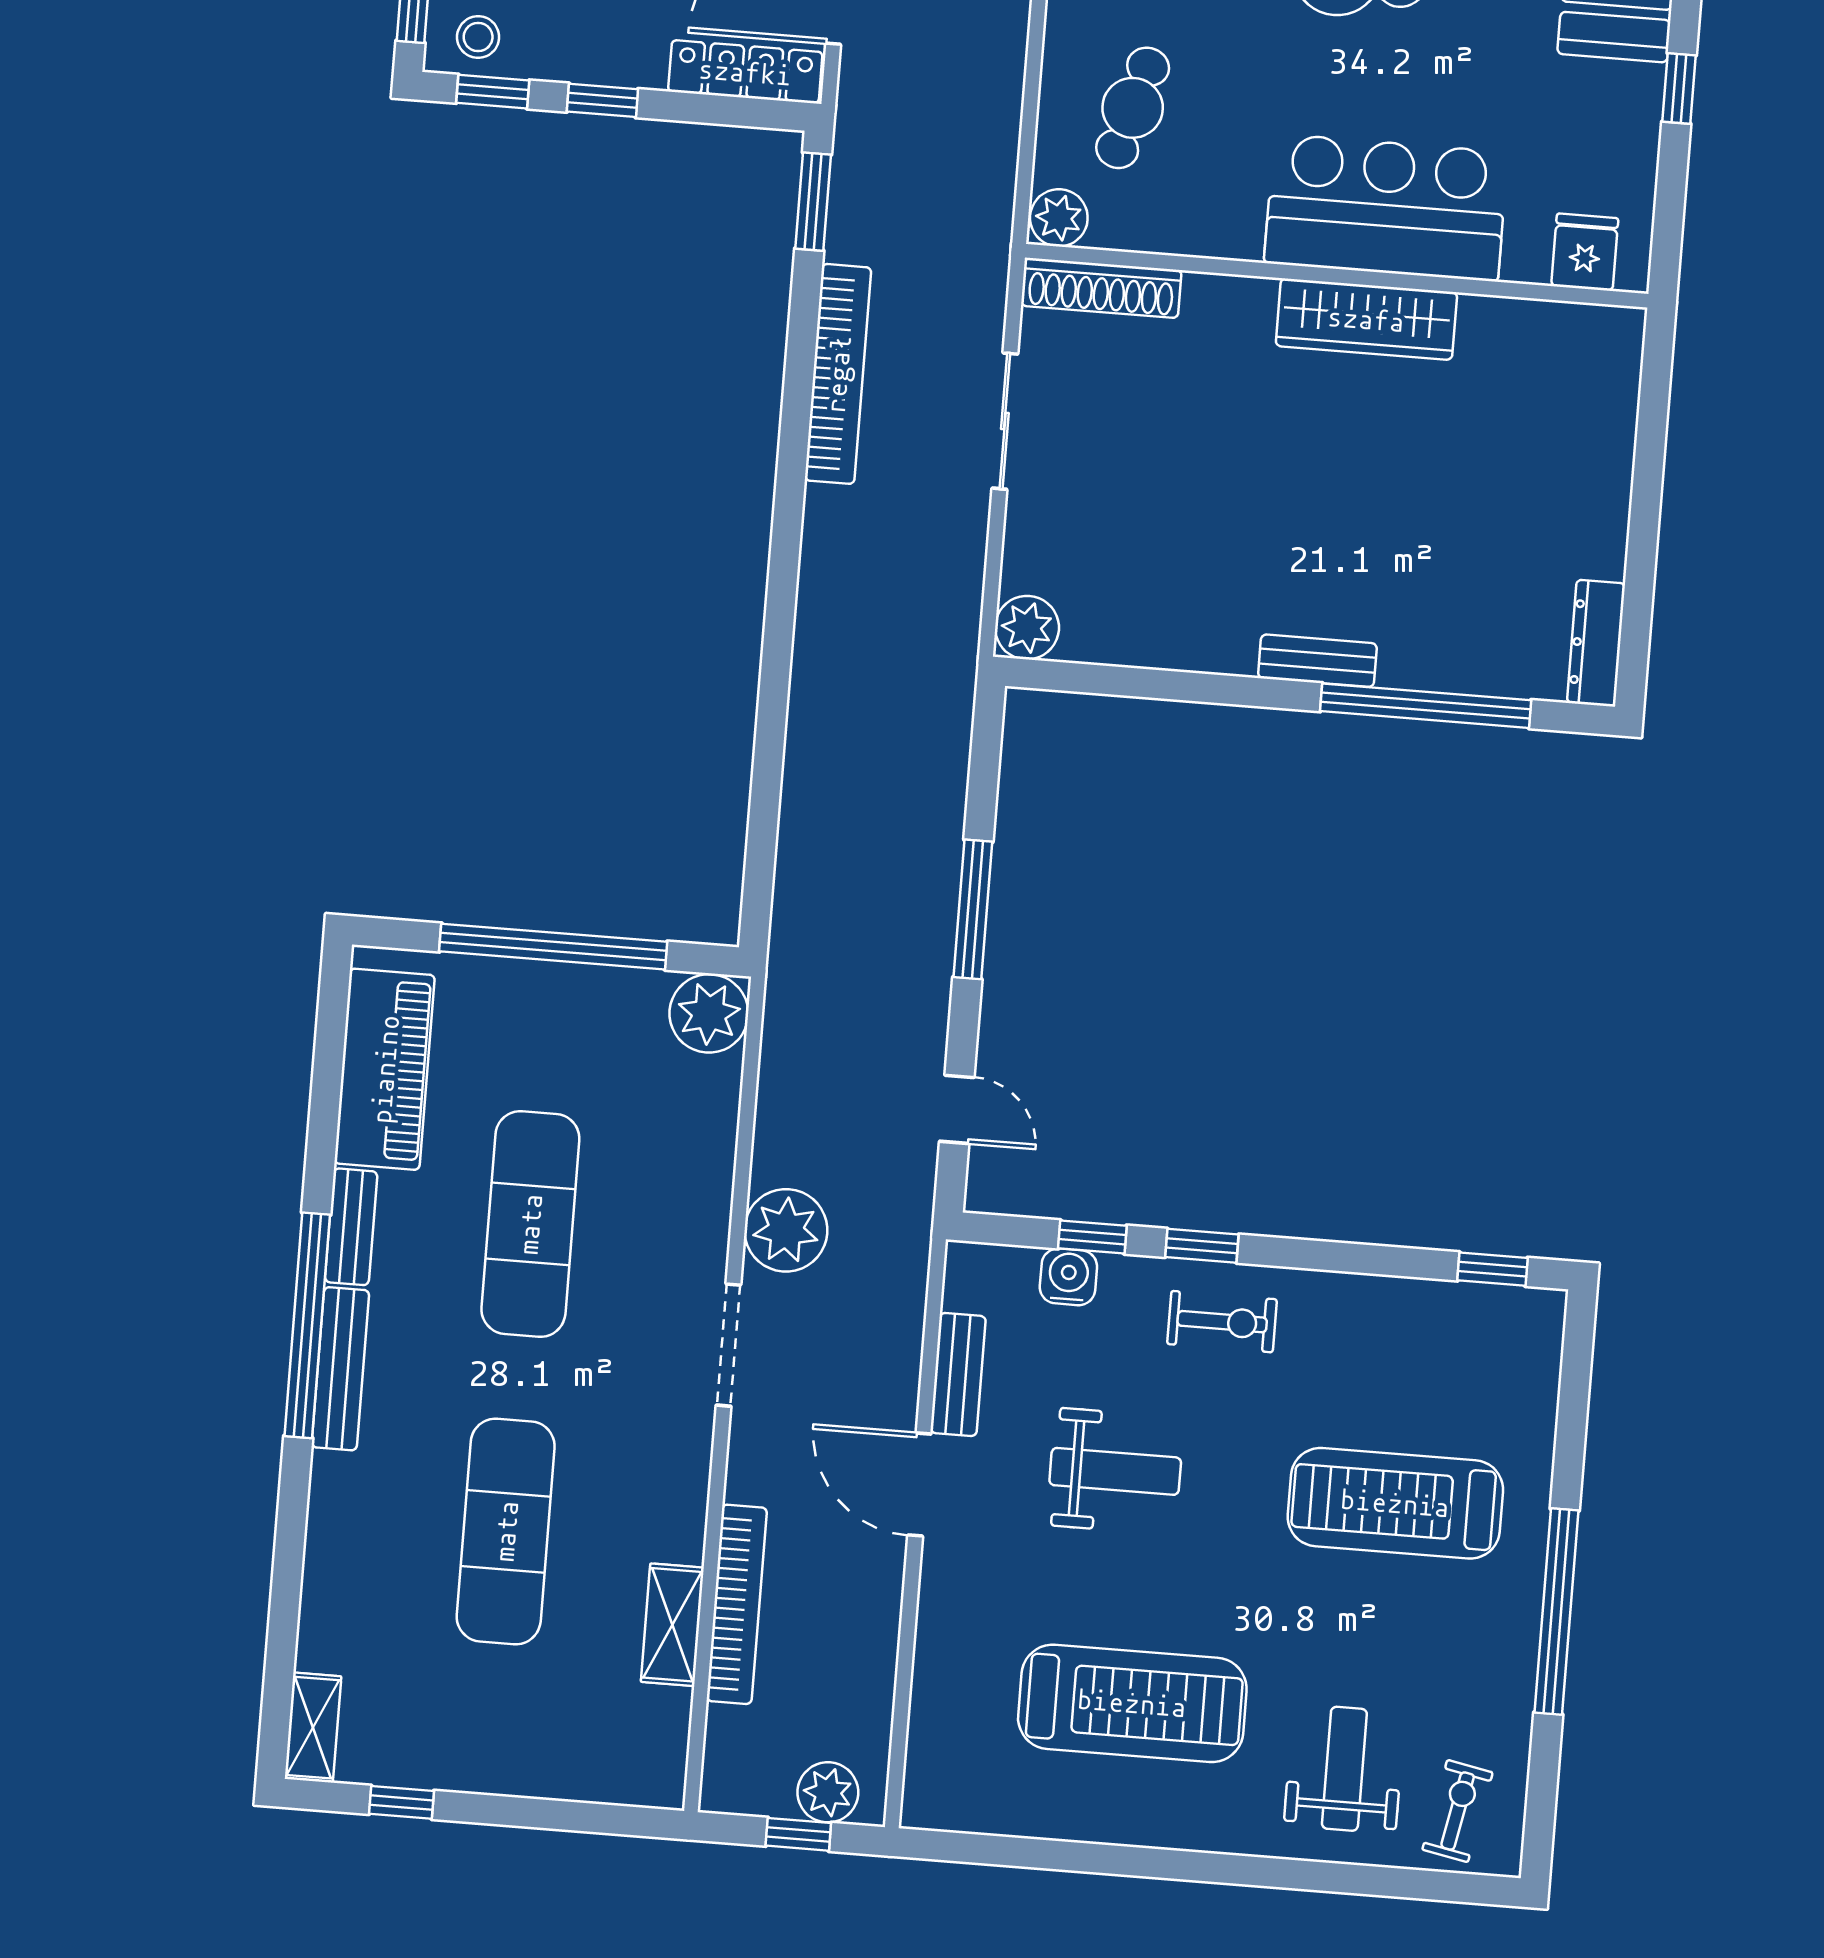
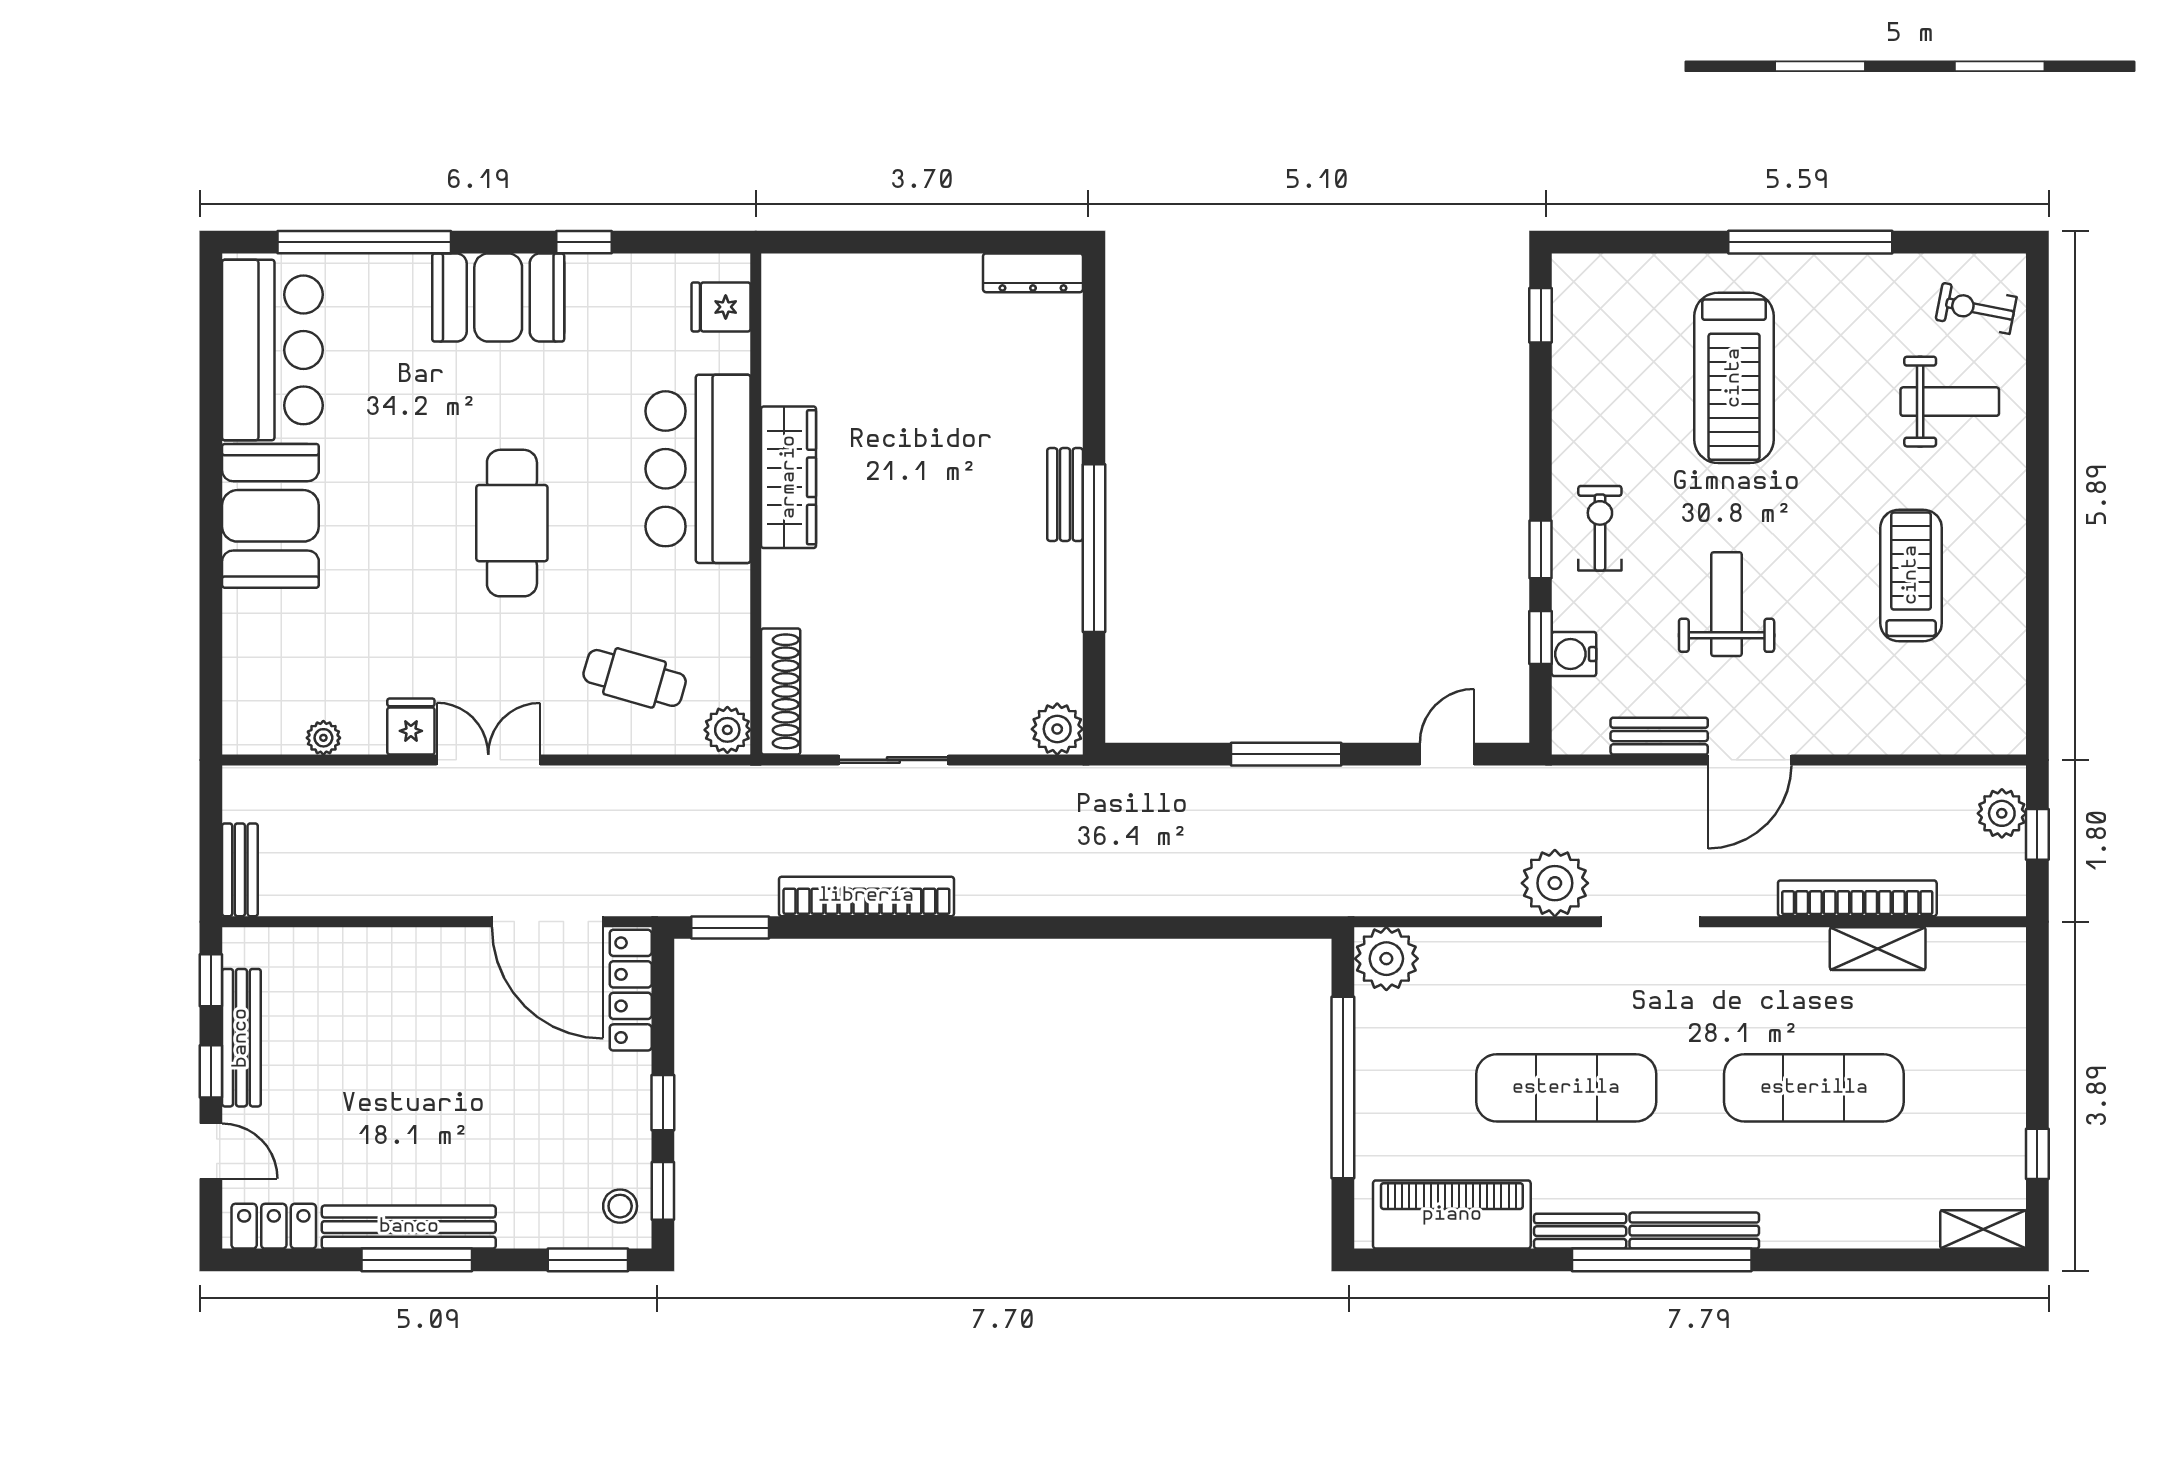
window: (1426, 706) -> (1094, 548), moved
treadmill: (1132, 1703) -> (1911, 575), width x0.73, depth x0.73
weight bench: (1344, 1769) -> (1950, 402), turned 180

